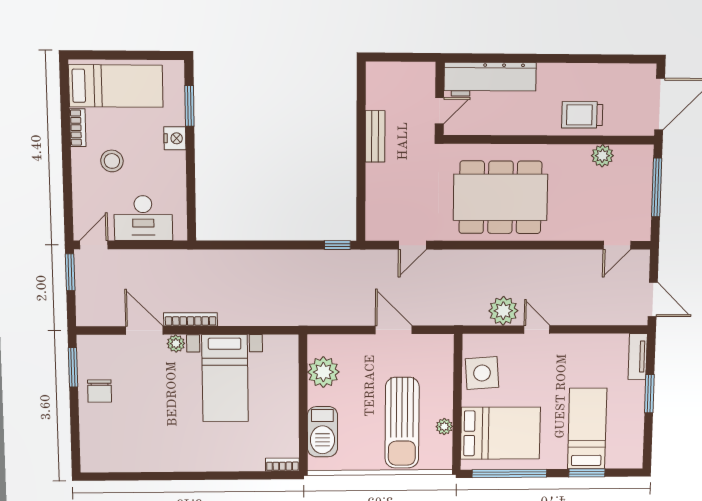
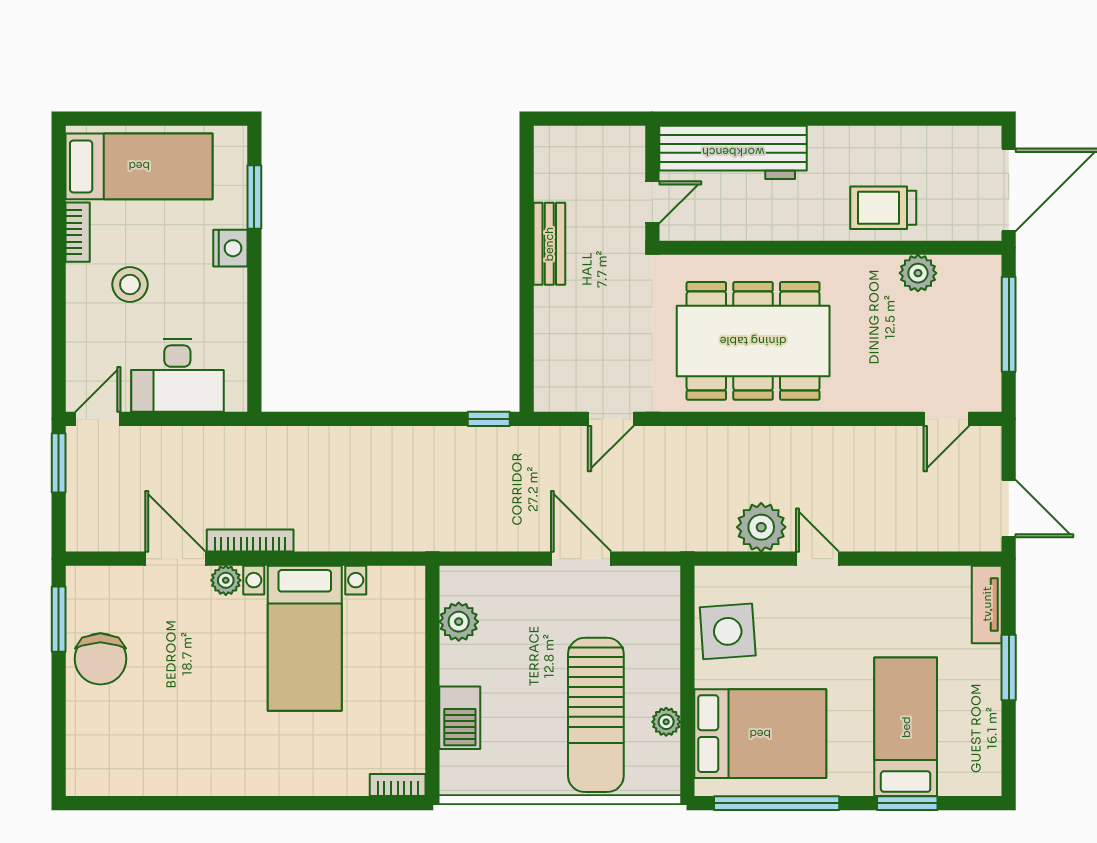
plant: (323, 372) -> (459, 622), width x0.73, depth x0.73
chair: (100, 391) -> (100, 659), width x1.37, depth x1.37
barbecue: (322, 432) -> (460, 718), width x0.73, depth x0.83

